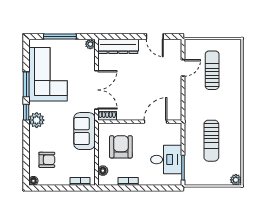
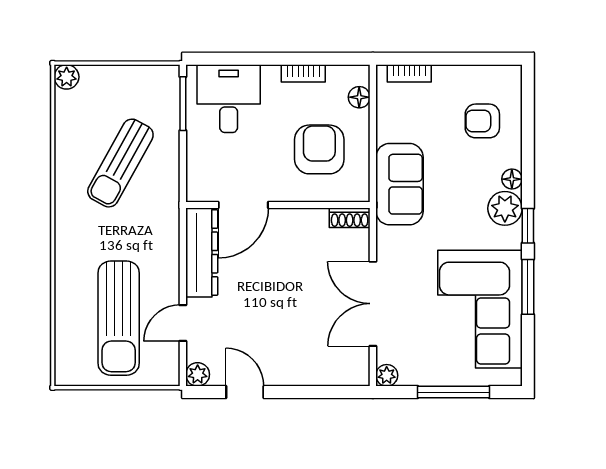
plant: (176, 45) -> (198, 374), added
dresser: (118, 46) -> (202, 253), moved, turned 90
sun lounger: (212, 70) -> (119, 318), width x1.36, depth x1.34
double door: (97, 90) -> (373, 304), moved
sun lounger: (211, 141) -> (120, 163), turned -151
armchair: (121, 147) -> (319, 149), turned 180
desk: (166, 160) -> (229, 99), moved, turned 90
floor lamp: (33, 181) -> (512, 179), moved

